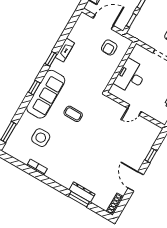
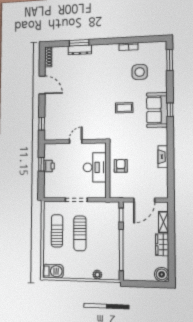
armchair: (109, 47) -> (121, 166), moved
window: (51, 59) -> (170, 142), removed
sofa: (46, 94) -> (157, 110), width x0.73
window: (151, 155) -> (42, 124), moved

